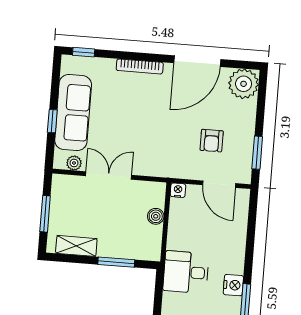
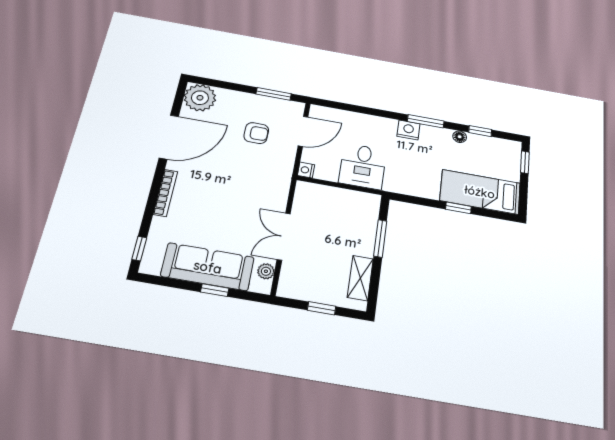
door: (197, 61) -> (169, 137), hinge flipped
window: (45, 214) -> (322, 308), width x0.67
boiler: (156, 216) -> (333, 194), removed
desk: (186, 272) -> (363, 166), moved

